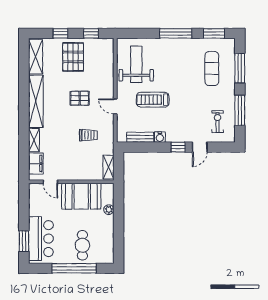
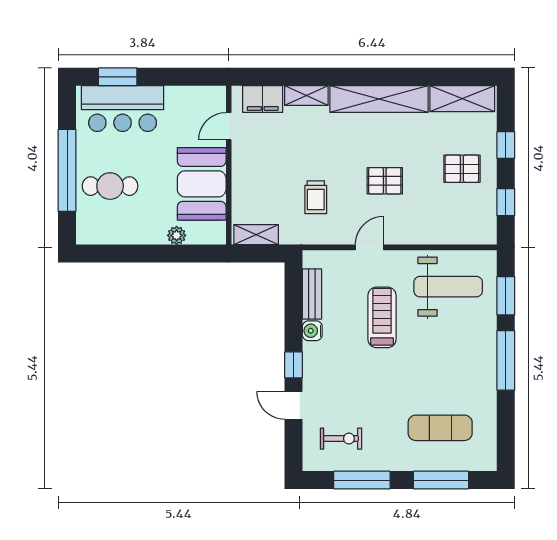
window: (214, 33) -> (506, 296), moved
pallet: (73, 57) -> (462, 169), width x0.67, depth x0.71
pallet: (80, 98) -> (385, 181), turned 90

